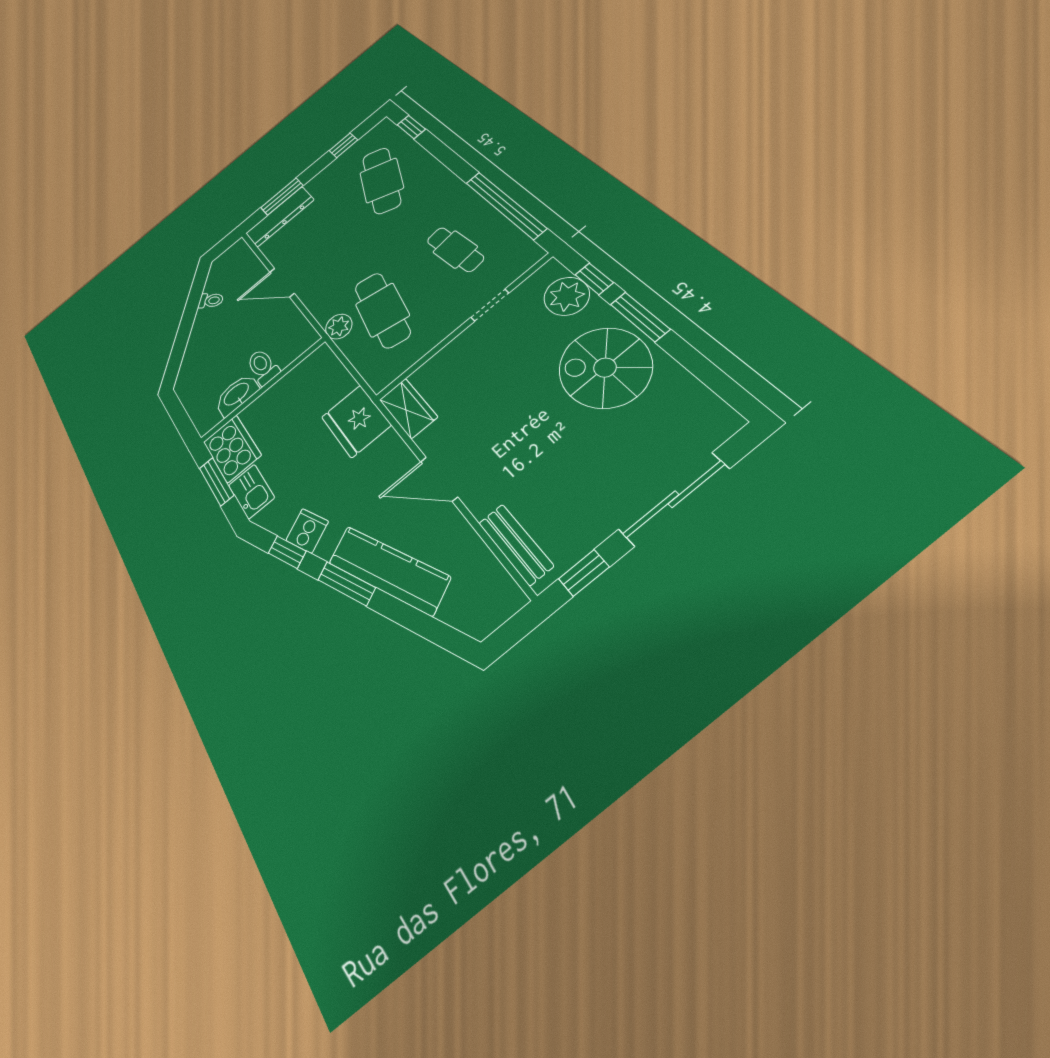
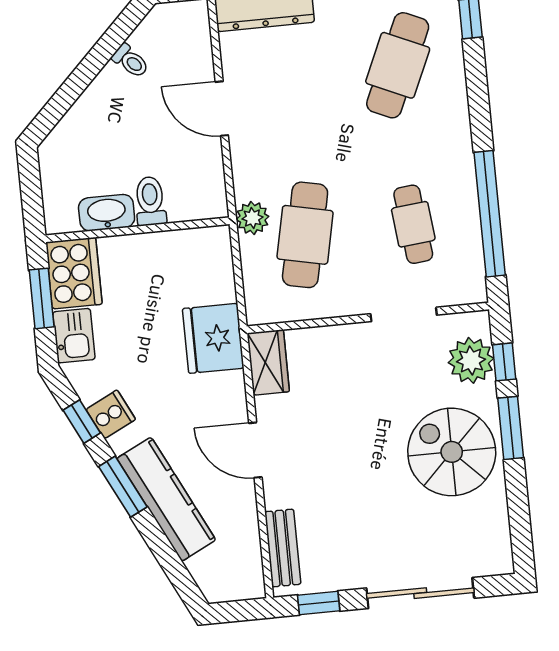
doorway: (490, 305) -> (404, 314), width x1.38

